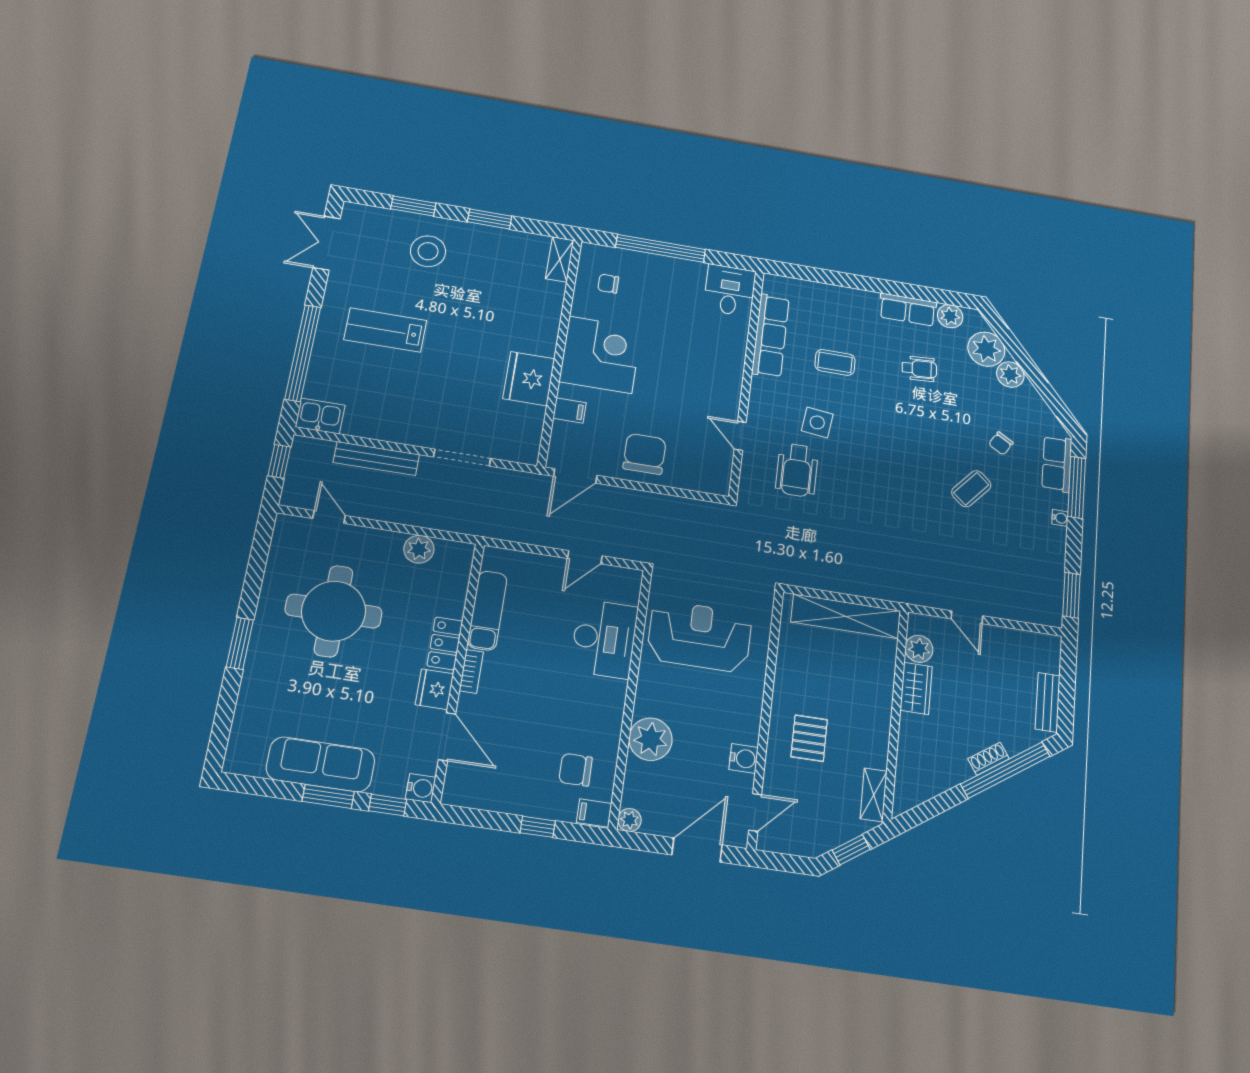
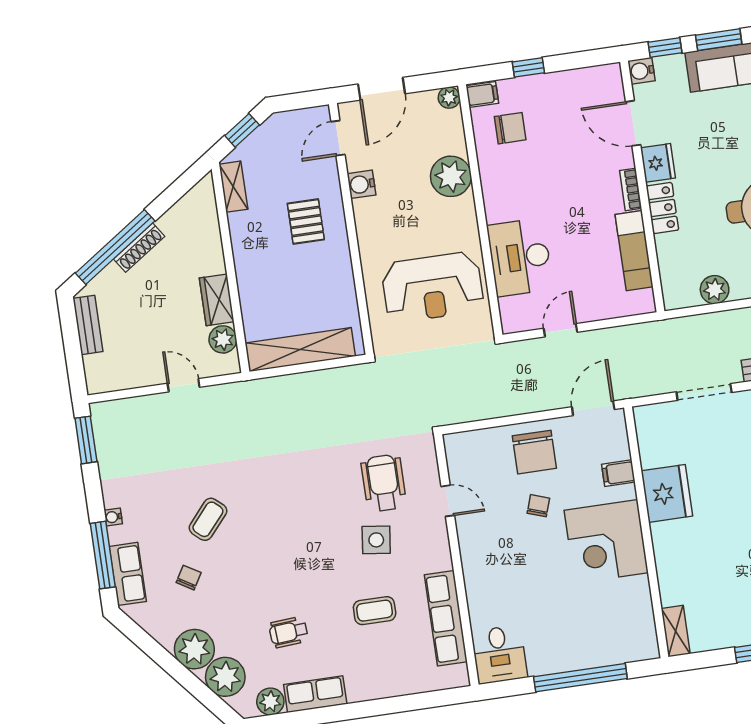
chair: (608, 284) -> (538, 506), moved, turned -71
plant: (1010, 375) -> (194, 649), width x1.36, depth x1.36
shoe rack: (989, 759) -> (139, 248), width x1.43

